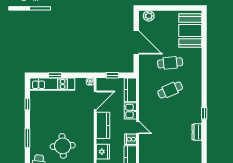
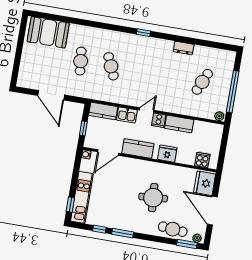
plant: (149, 16) -> (24, 76), removed
door: (136, 42) -> (51, 95), swing flipped
window: (55, 75) -> (70, 205), moved
door: (95, 100) -> (108, 152), swing flipped
dresser: (197, 132) -> (184, 48), moved
window: (27, 138) -> (123, 233), moved

